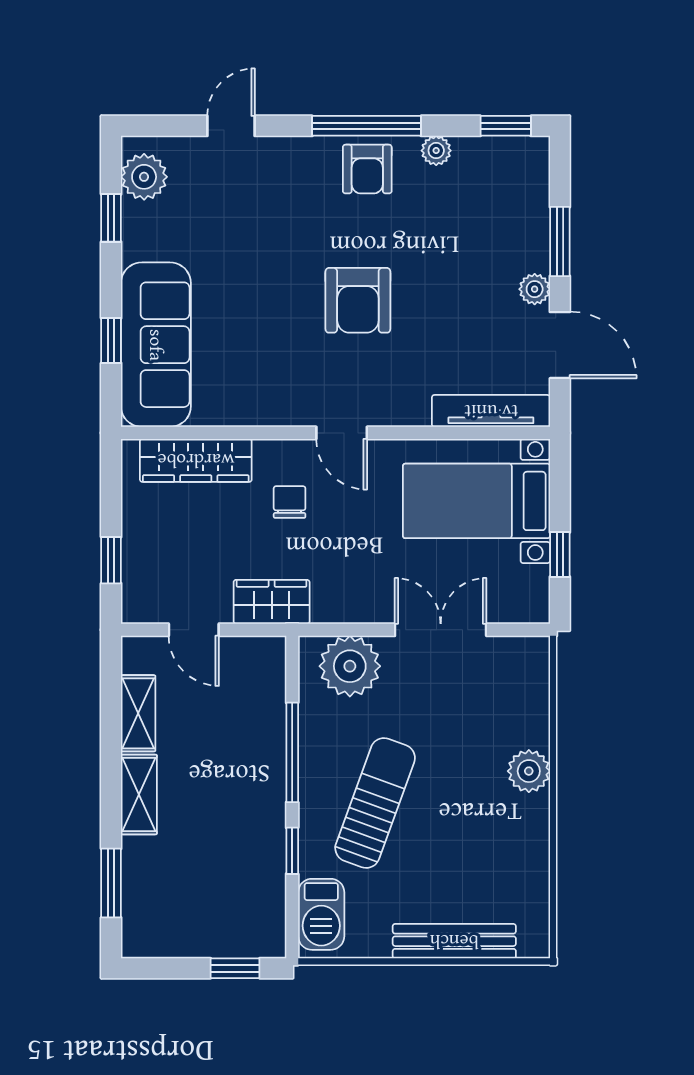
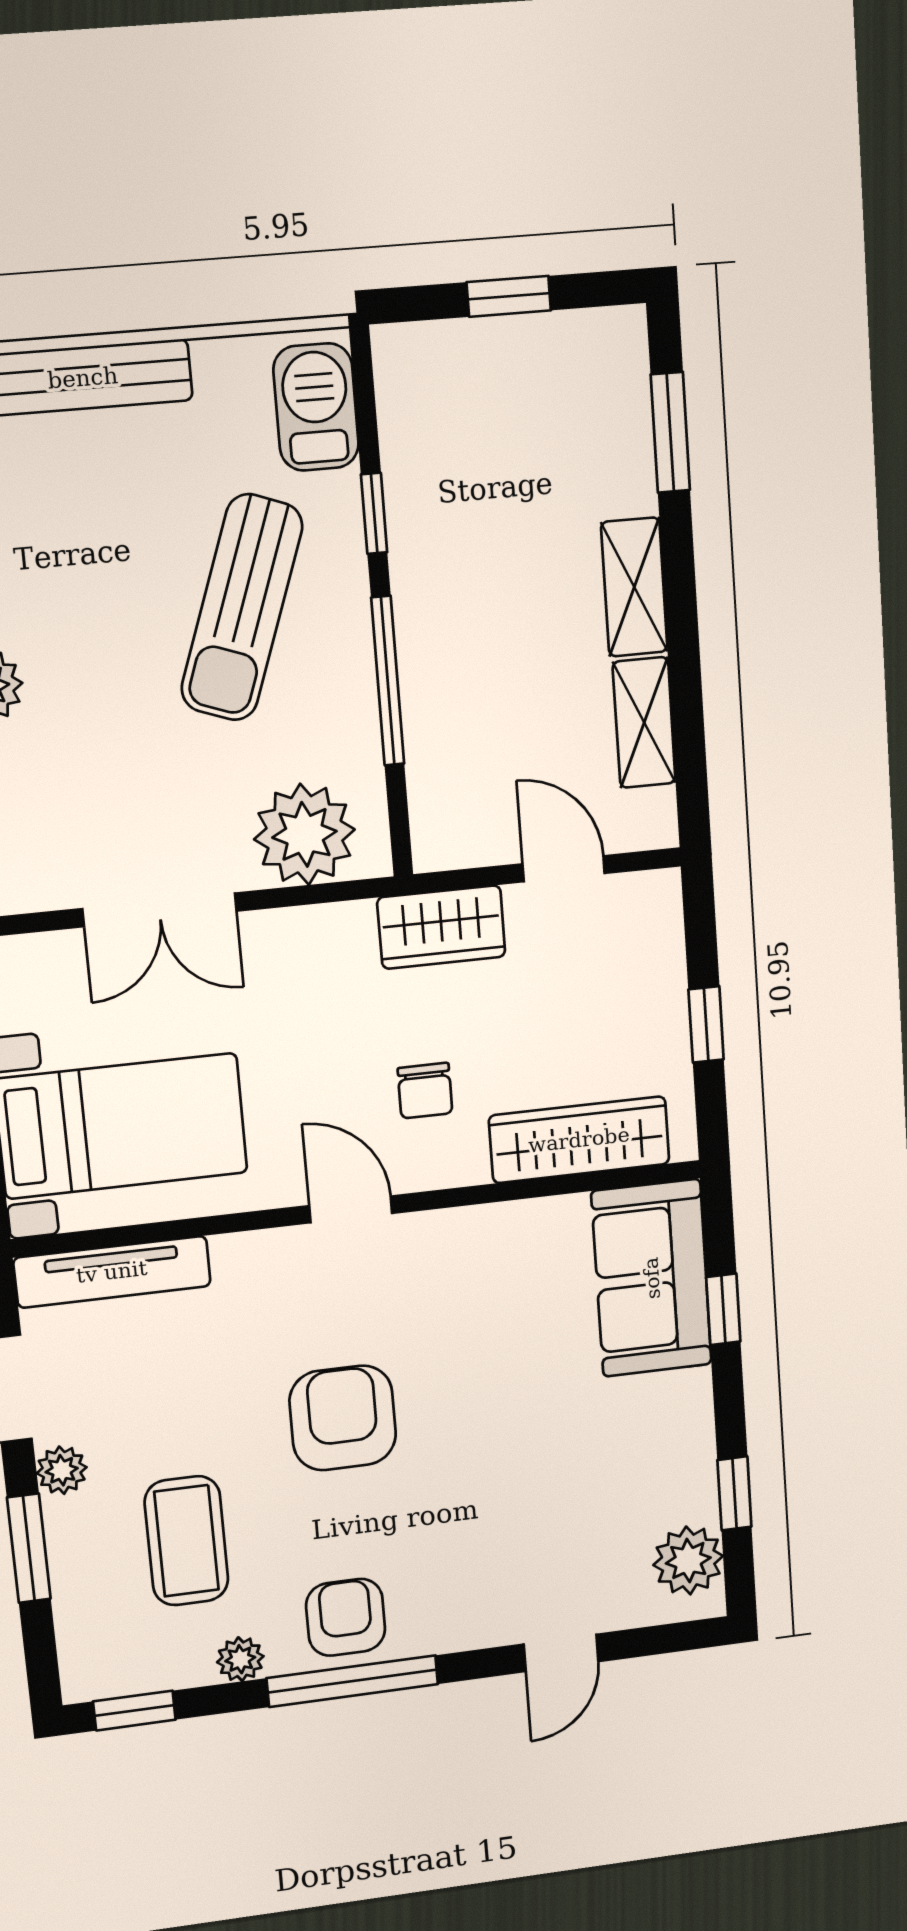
coffee table: (462, 233) -> (186, 1541), added
sofa: (156, 345) -> (652, 1278), width x0.73
window: (111, 560) -> (706, 1024), moved
window: (235, 968) -> (509, 296), moved

